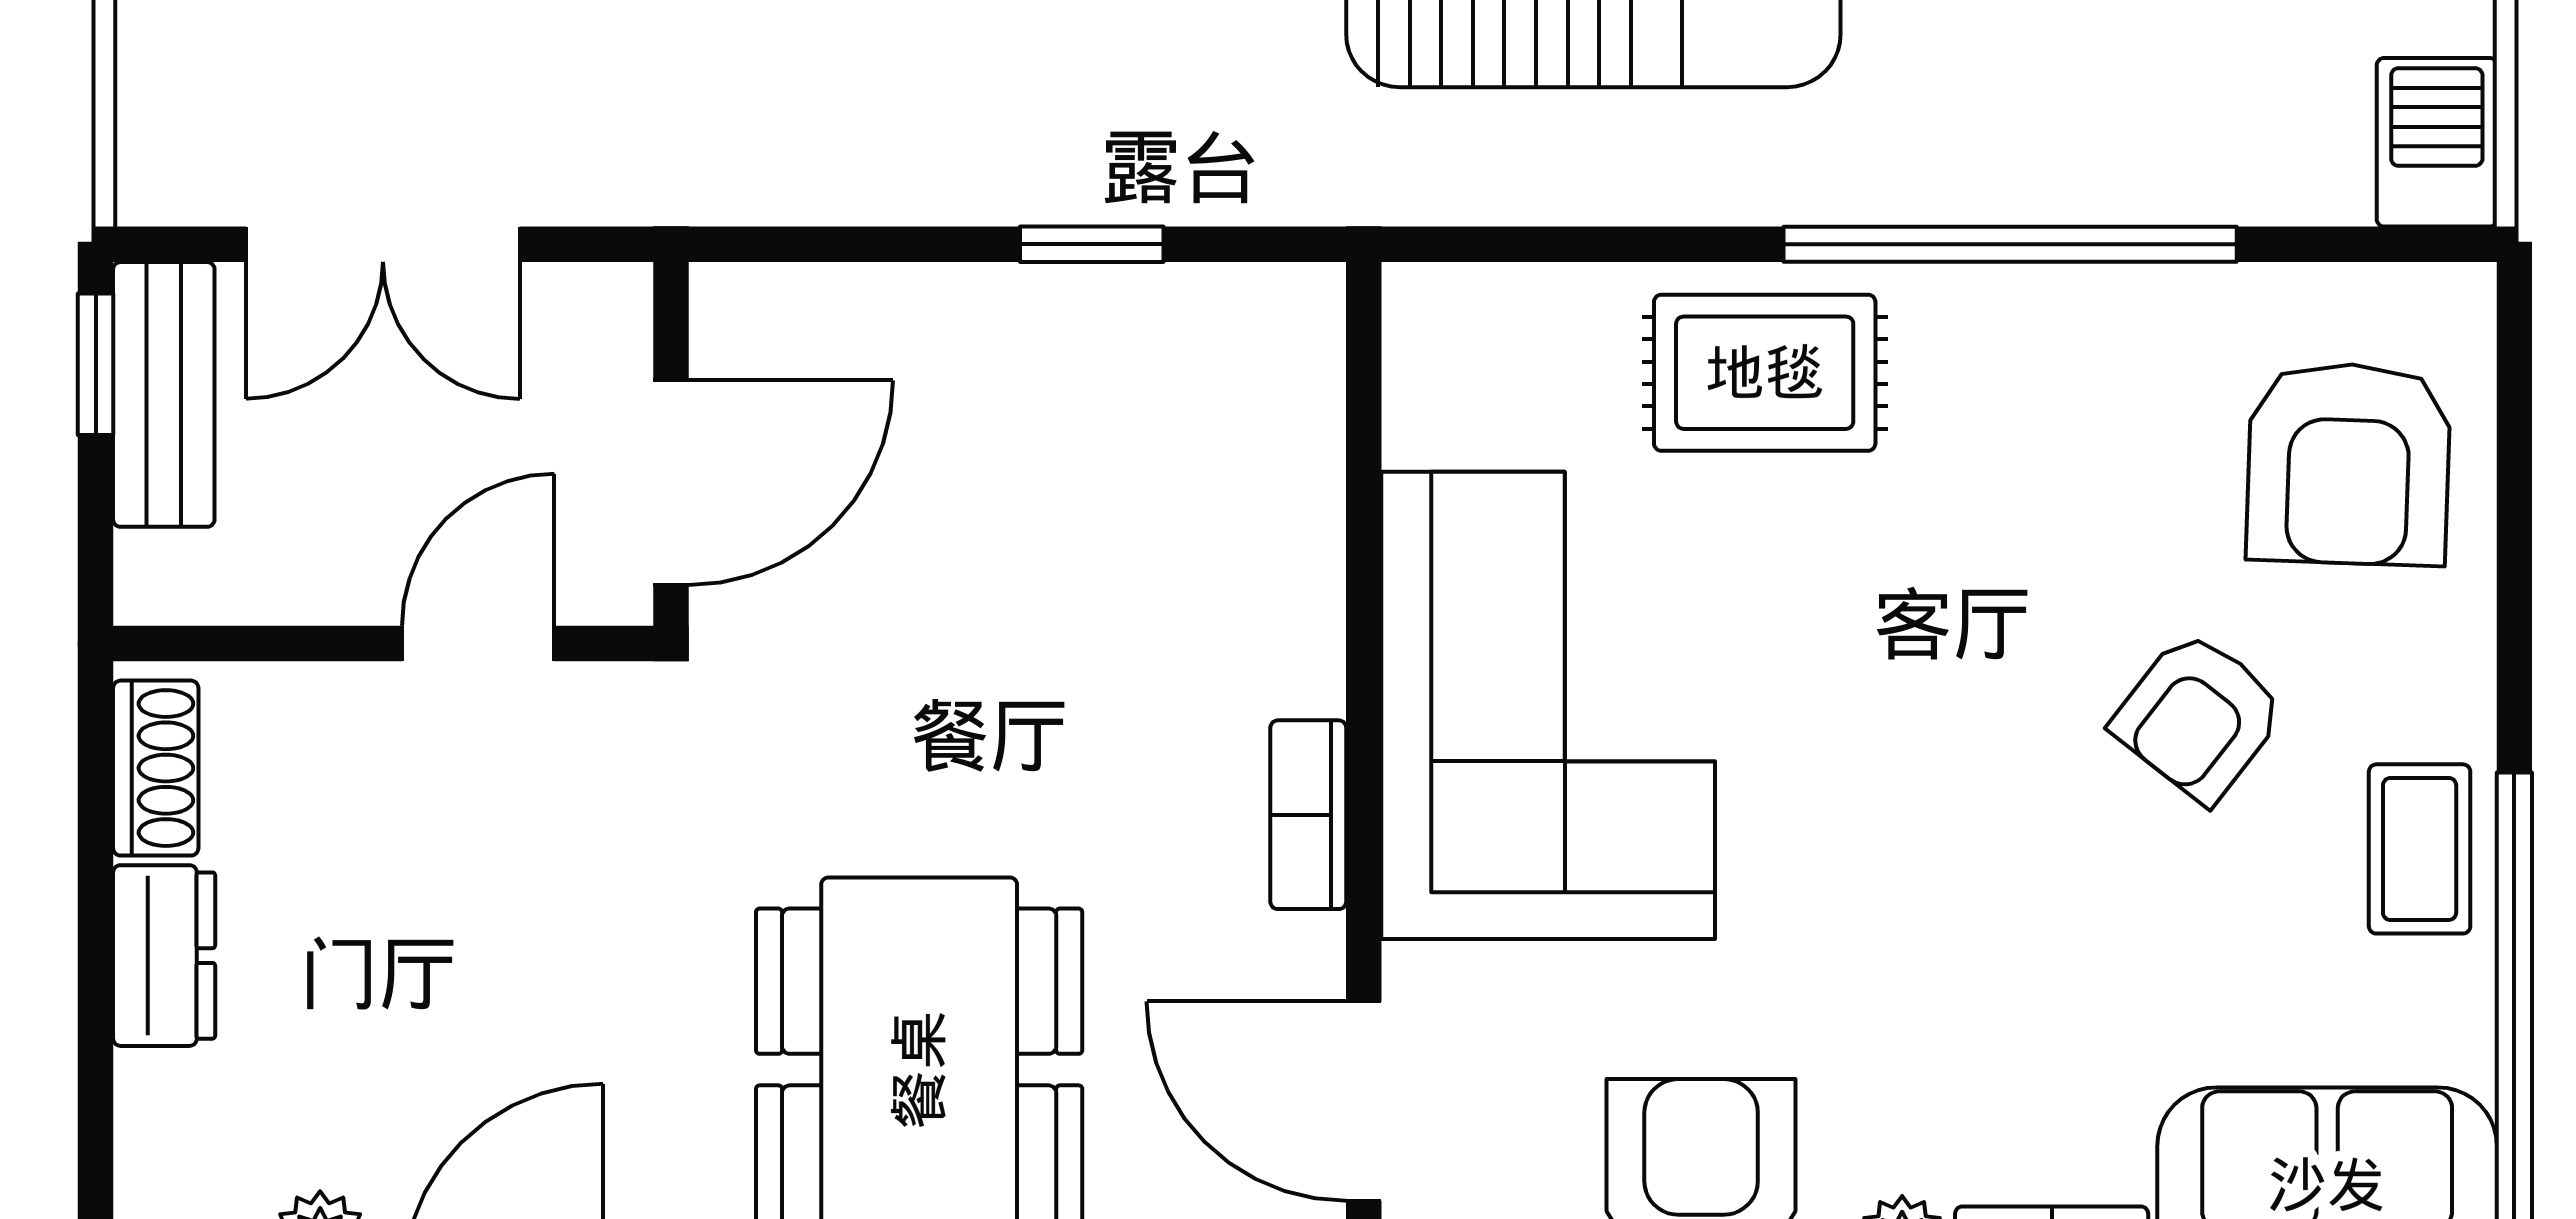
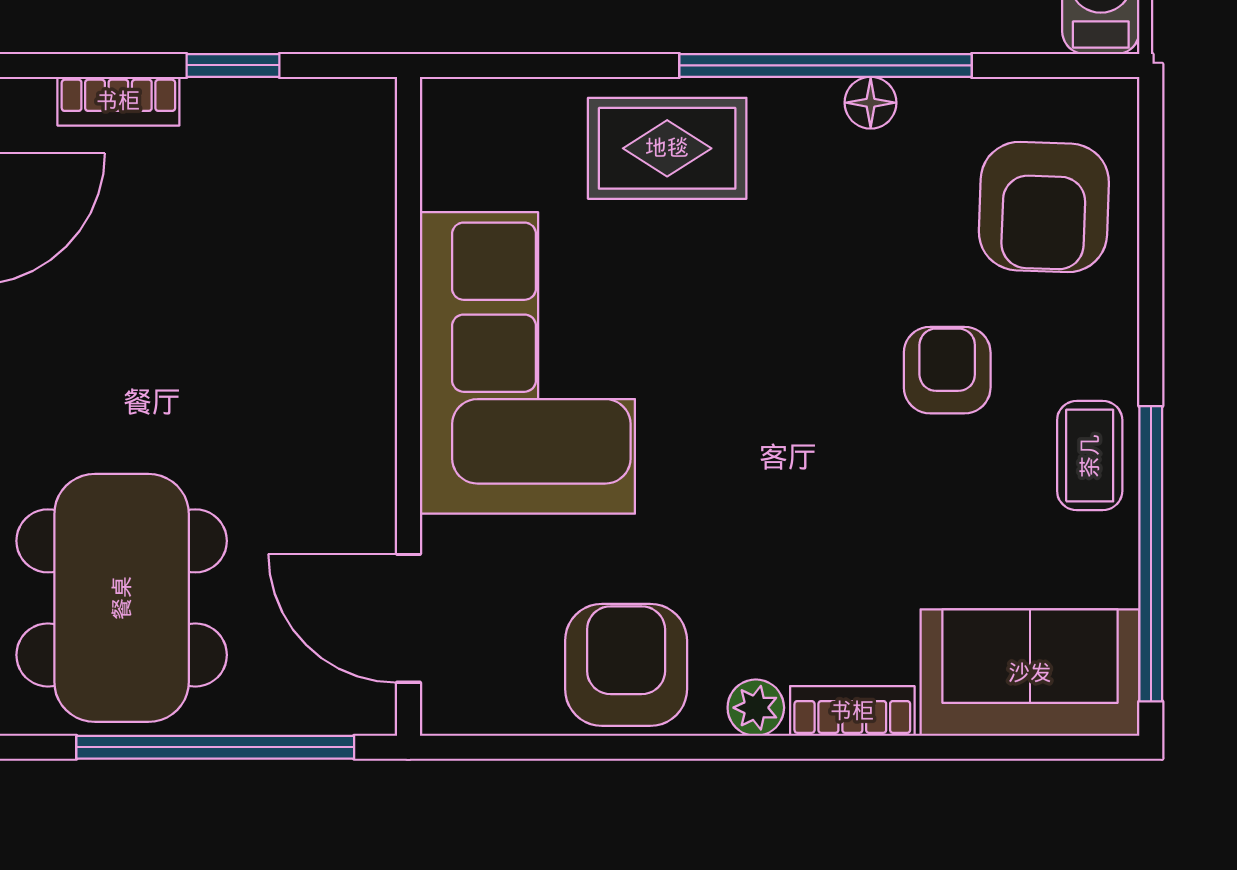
floor lamp: (2080, 302) -> (871, 103), added
armchair: (2199, 717) -> (947, 370), turned 142
bookcase: (1308, 815) -> (118, 101), moved, turned -90

